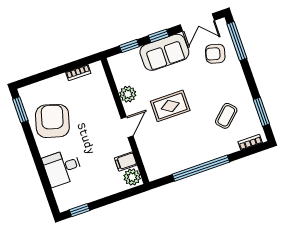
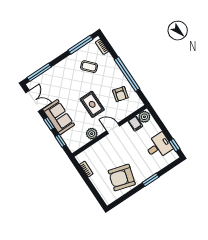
armchair: (215, 54) -> (120, 94), moved
window: (20, 110) -> (151, 180), moved
window: (261, 112) -> (80, 45), width x1.44
desk: (62, 168) -> (159, 146), moved, turned -90

